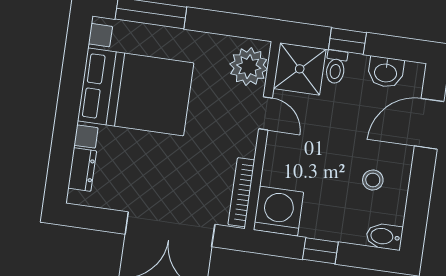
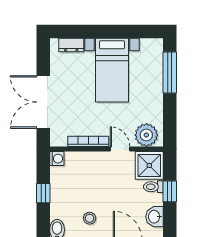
bed with nightstands: (136, 92) -> (112, 70), width x0.73
door: (266, 113) -> (120, 149), swing flipped
bookcase: (241, 192) -> (88, 141), moved
washing machine: (278, 211) -> (57, 159), width x0.53, depth x0.53

